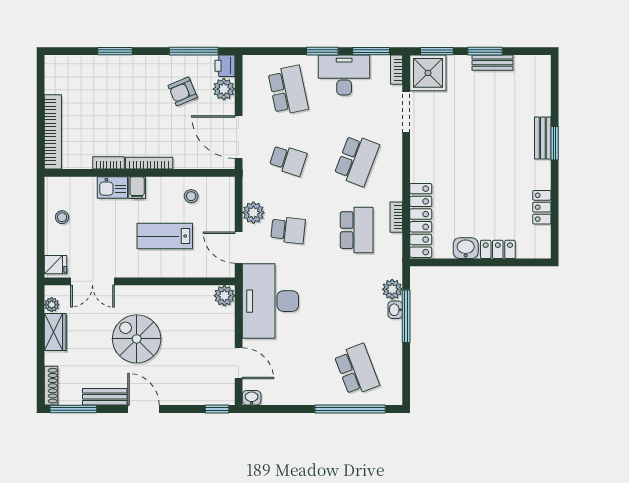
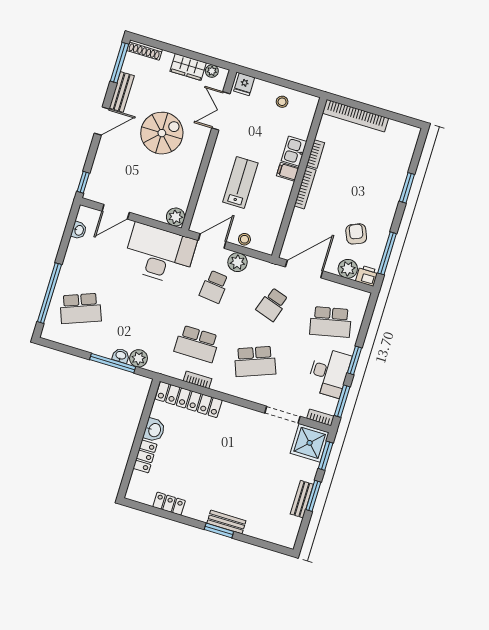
school desk: (357, 160) -> (255, 361), turned -42
stool: (191, 196) -> (244, 239), moved
washbasin: (252, 398) -> (79, 230), moved

